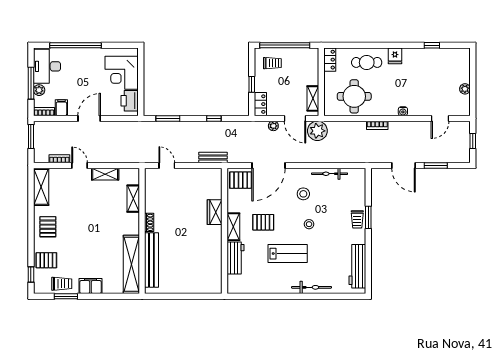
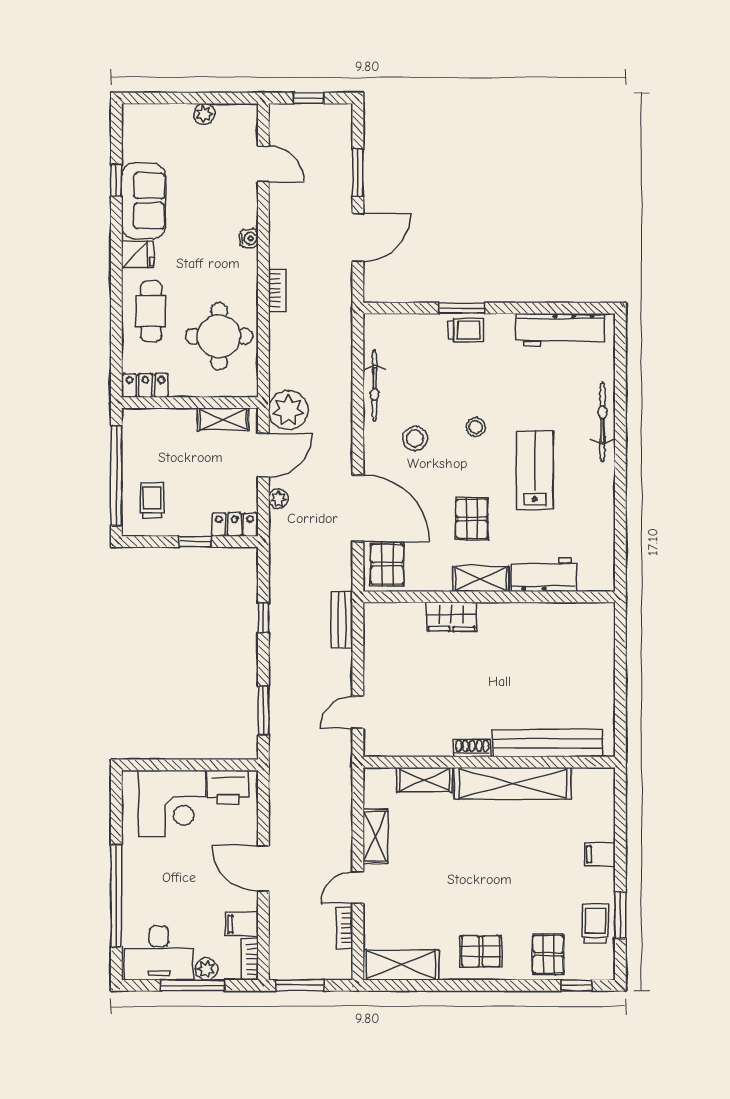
sofa: (422, 59) -> (144, 201), added
shelving: (131, 264) -> (513, 783), moved
filing cabinet: (91, 286) -> (600, 854), width x0.50

